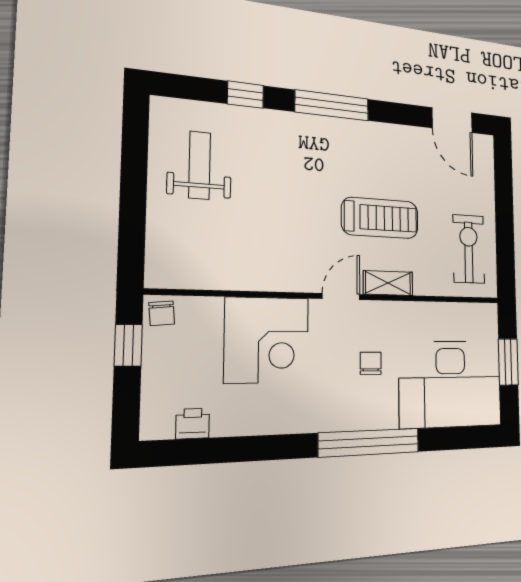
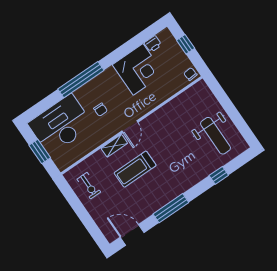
window: (332, 105) -> (171, 208), moved
weight bench: (200, 165) -> (215, 136), width x1.36, depth x1.33
exercise bike: (469, 249) -> (89, 186), width x0.73, depth x0.72
corner desk: (267, 340) -> (138, 69), moved, turned 180
window: (128, 345) -> (186, 44), moved

